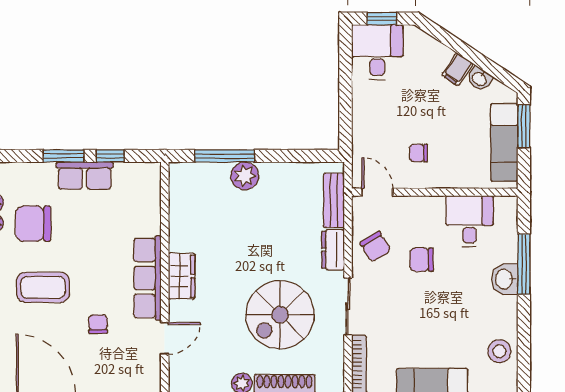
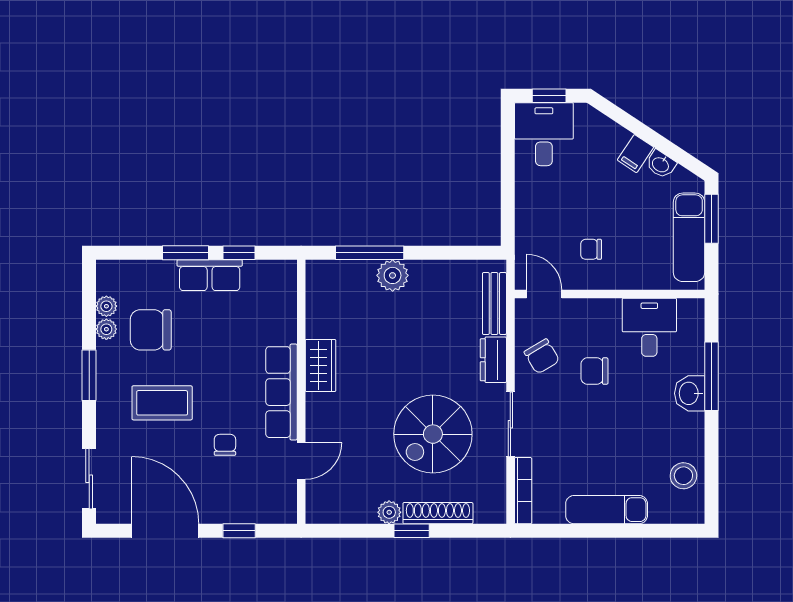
wardrobe: (182, 276) -> (320, 365), moved

